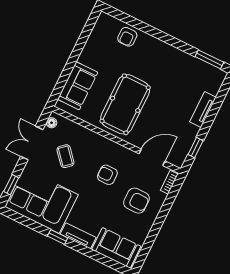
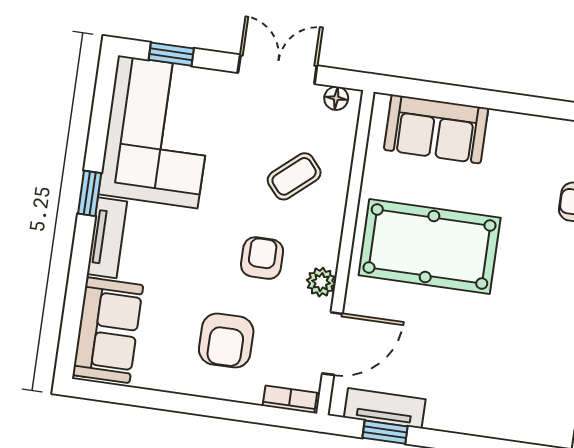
tv unit: (203, 110) -> (385, 408), moved
plant: (125, 154) -> (321, 282), added
coffee table: (65, 156) -> (294, 176), moved
door: (152, 157) -> (332, 344), hinge flipped

